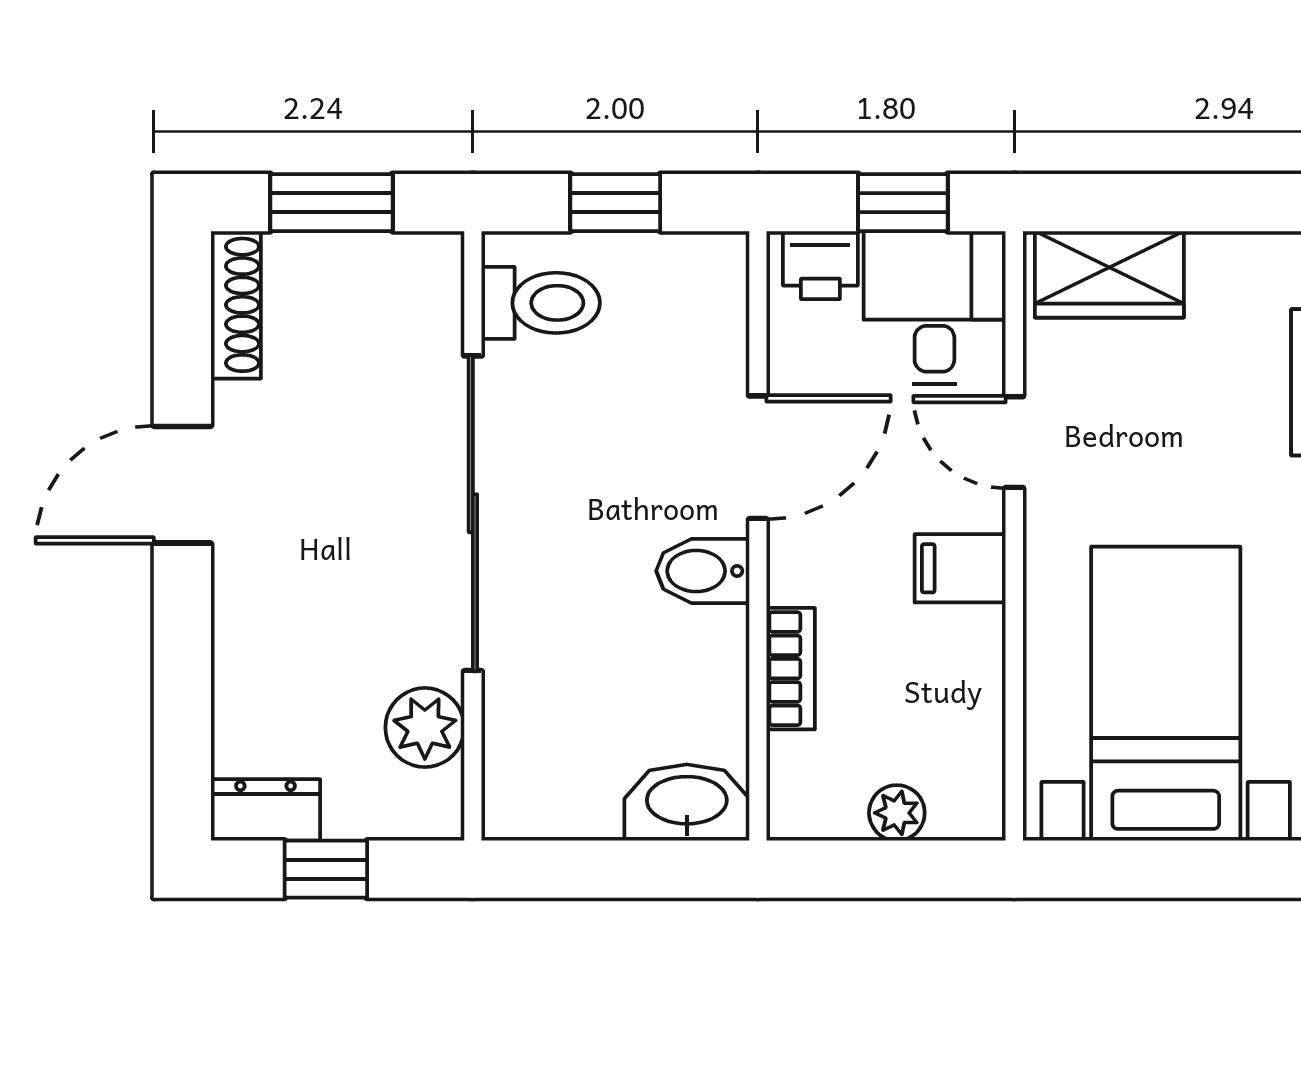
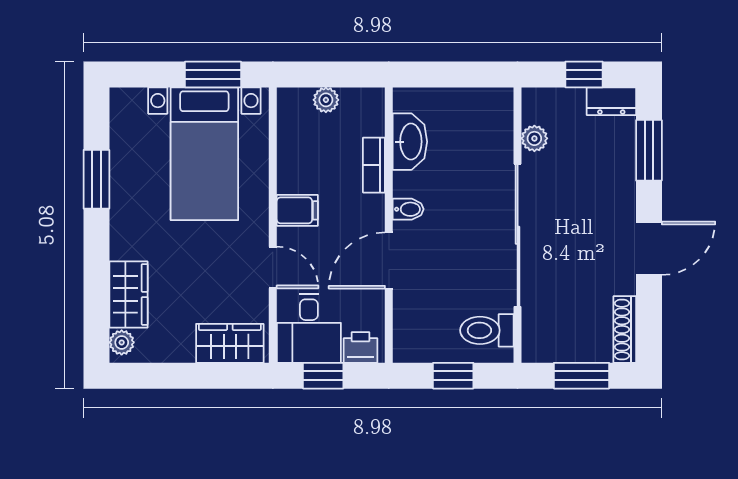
bidet: (703, 571) -> (408, 209), width x0.72, depth x0.74
window: (182, 701) -> (649, 150), added
plant: (425, 728) -> (534, 138), width x0.73, depth x0.73
washbasin: (687, 803) -> (410, 142), moved, turned -90
window: (1147, 869) -> (213, 74), added

